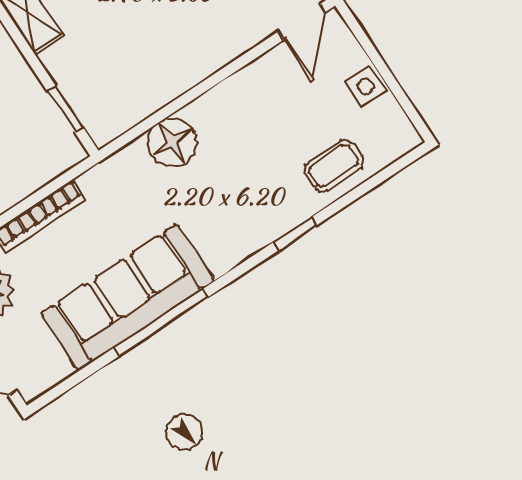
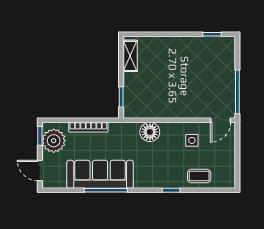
side table: (366, 86) -> (192, 140), moved

